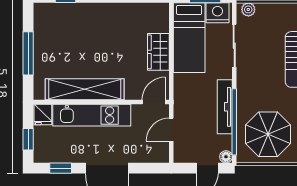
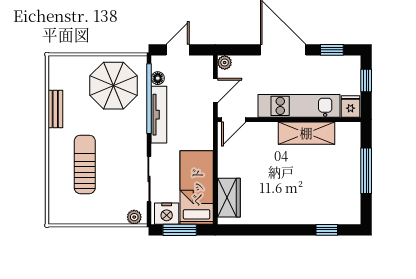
wardrobe: (158, 52) -> (229, 198), moved
shelving: (85, 89) -> (306, 133), width x0.68
plant: (162, 156) -> (225, 63), added
floor lamp: (226, 157) -> (158, 78), moved

